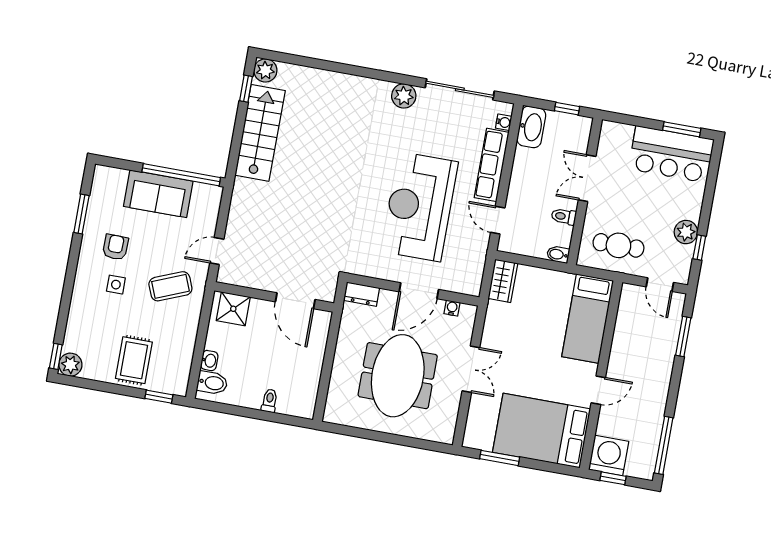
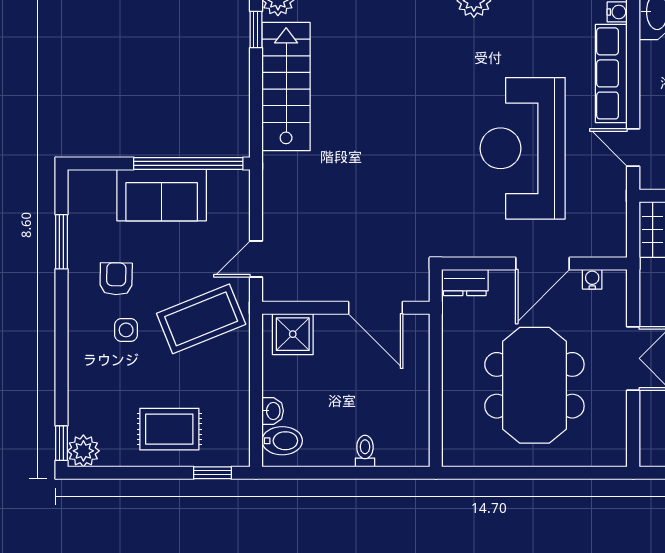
coffee table: (170, 286) -> (201, 319), width x1.36, depth x1.32
rug: (134, 360) -> (169, 429), turned 90

